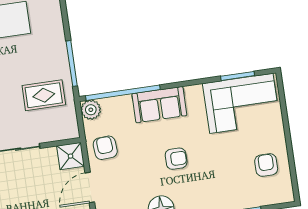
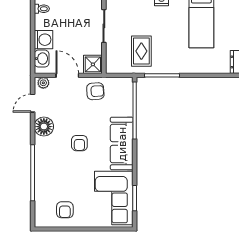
sofa: (159, 105) -> (122, 144), width x1.36
plant: (91, 110) -> (125, 85), removed
armchair: (266, 165) -> (65, 210), turned 90

